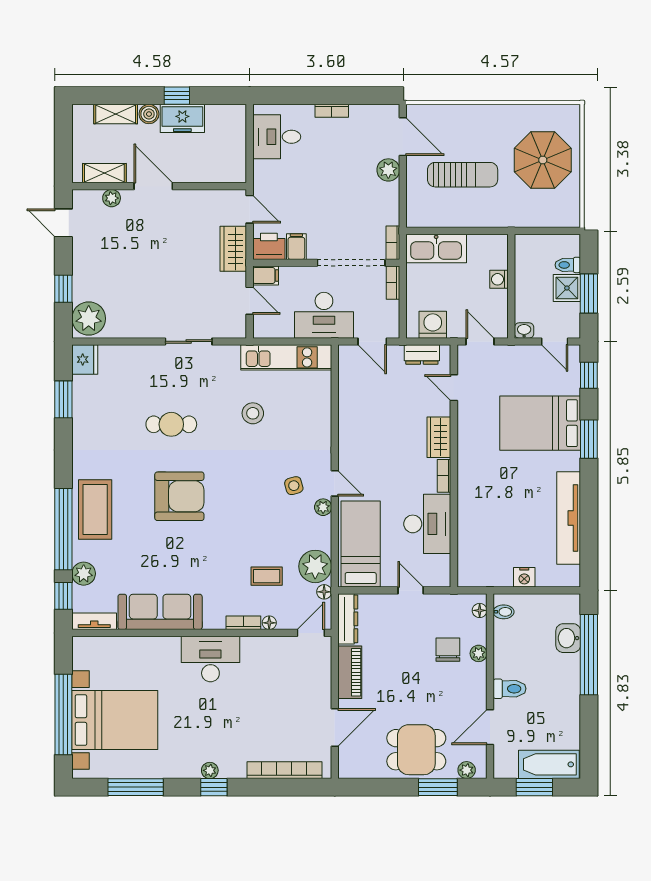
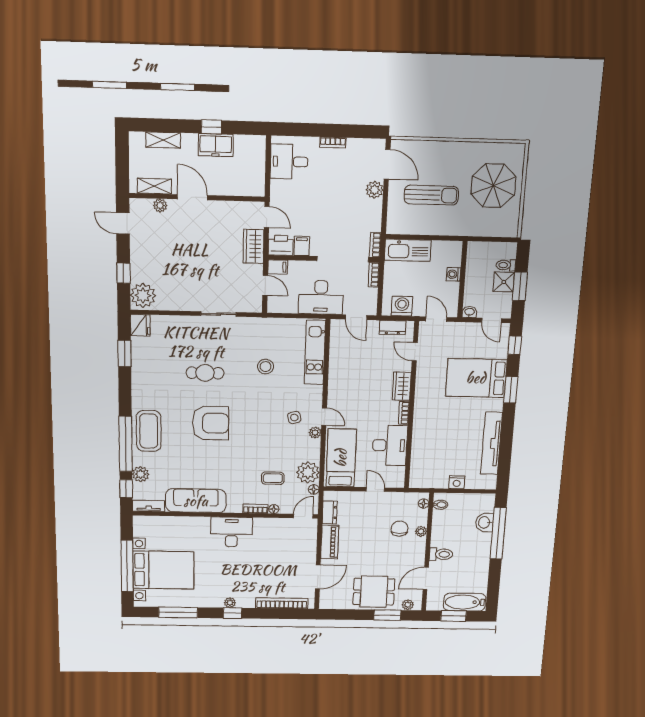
boiler: (149, 114) -> (189, 141), removed
kitchen unit: (286, 357) -> (315, 352), moved, turned 90
dresser: (348, 619) -> (330, 512), width x0.70

